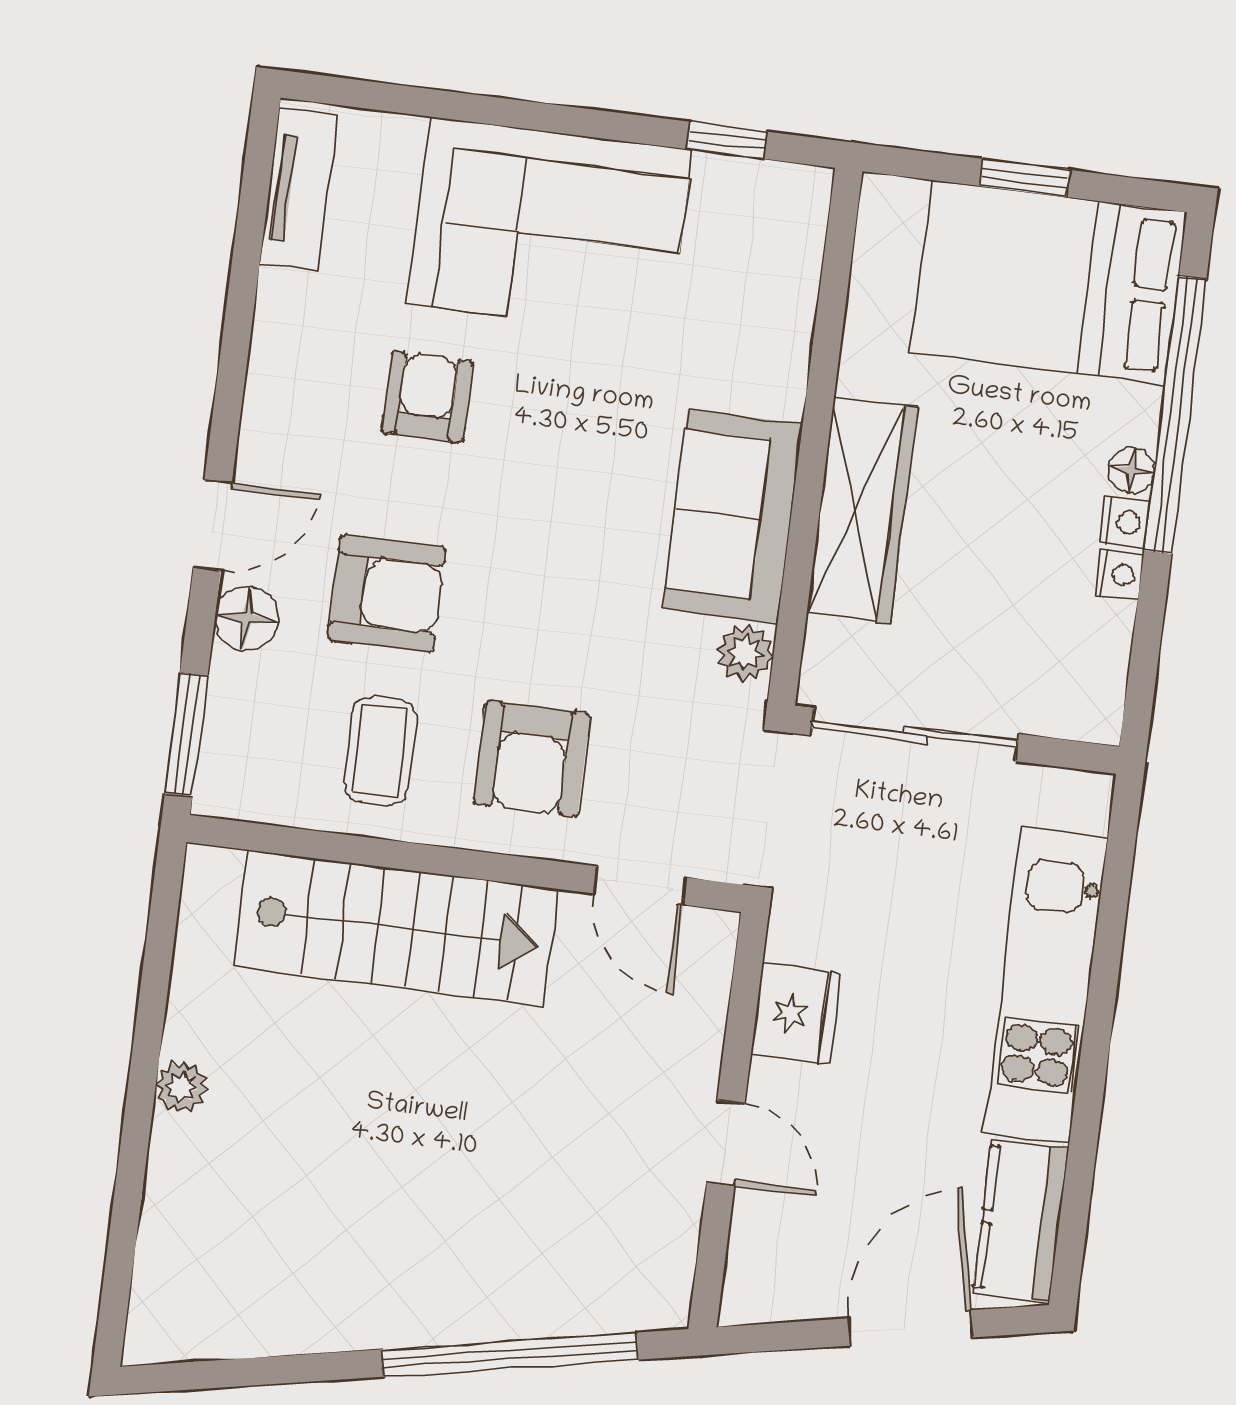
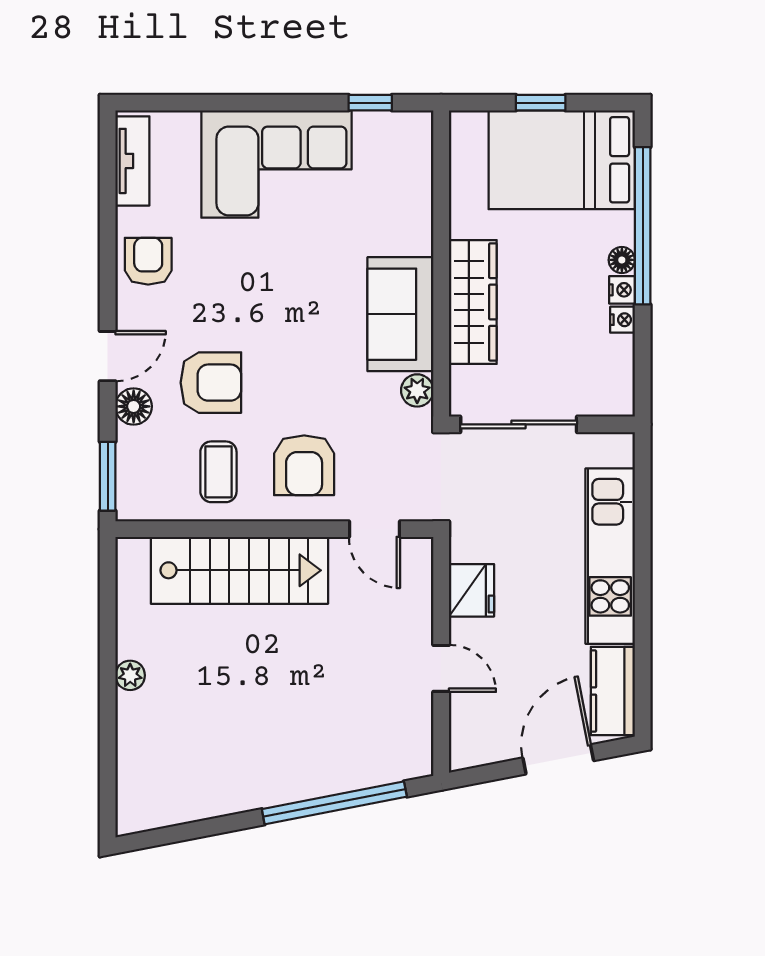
armchair: (427, 397) -> (148, 261), moved

